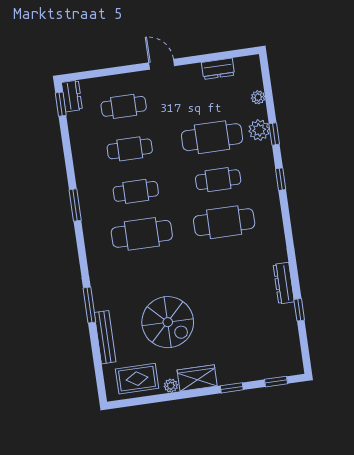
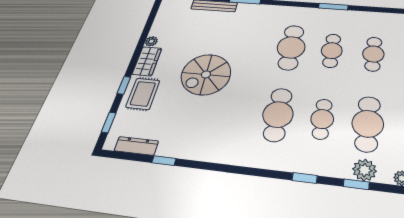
dresser: (284, 283) -> (136, 146), moved
spiral stairs: (168, 322) -> (206, 74), moved
rug: (137, 379) -> (143, 94), moved

